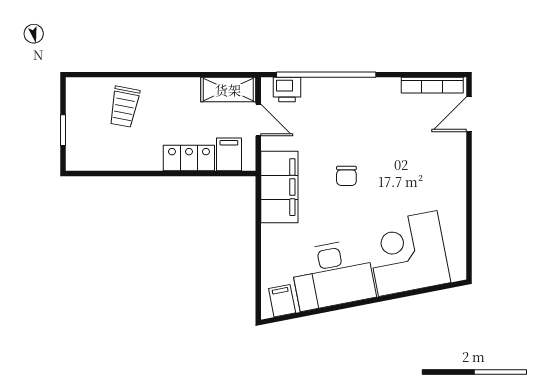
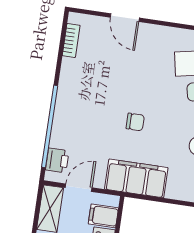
bookcase: (432, 85) -> (71, 40), width x0.64
door: (469, 114) -> (125, 18), moved

